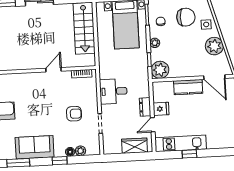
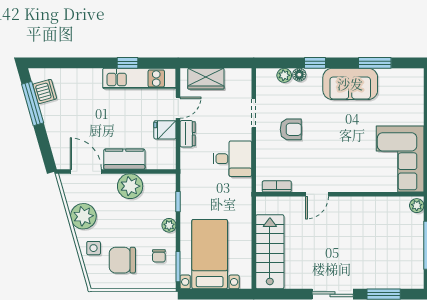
plant: (160, 70) -> (130, 186), moved
armchair: (74, 114) -> (291, 129), turned 180

